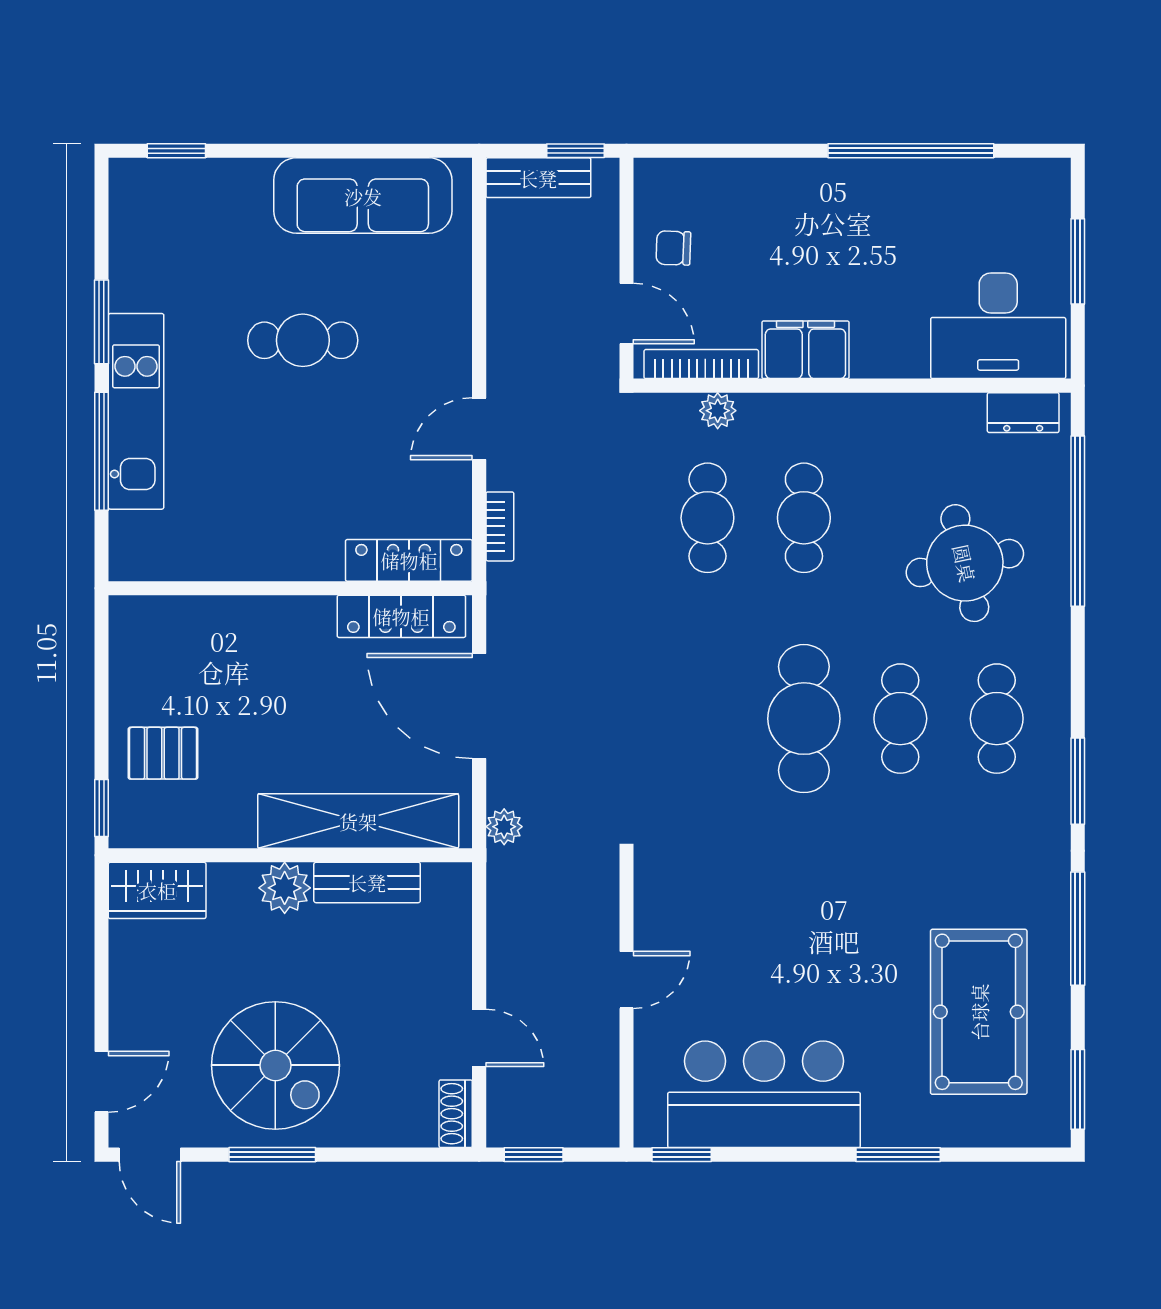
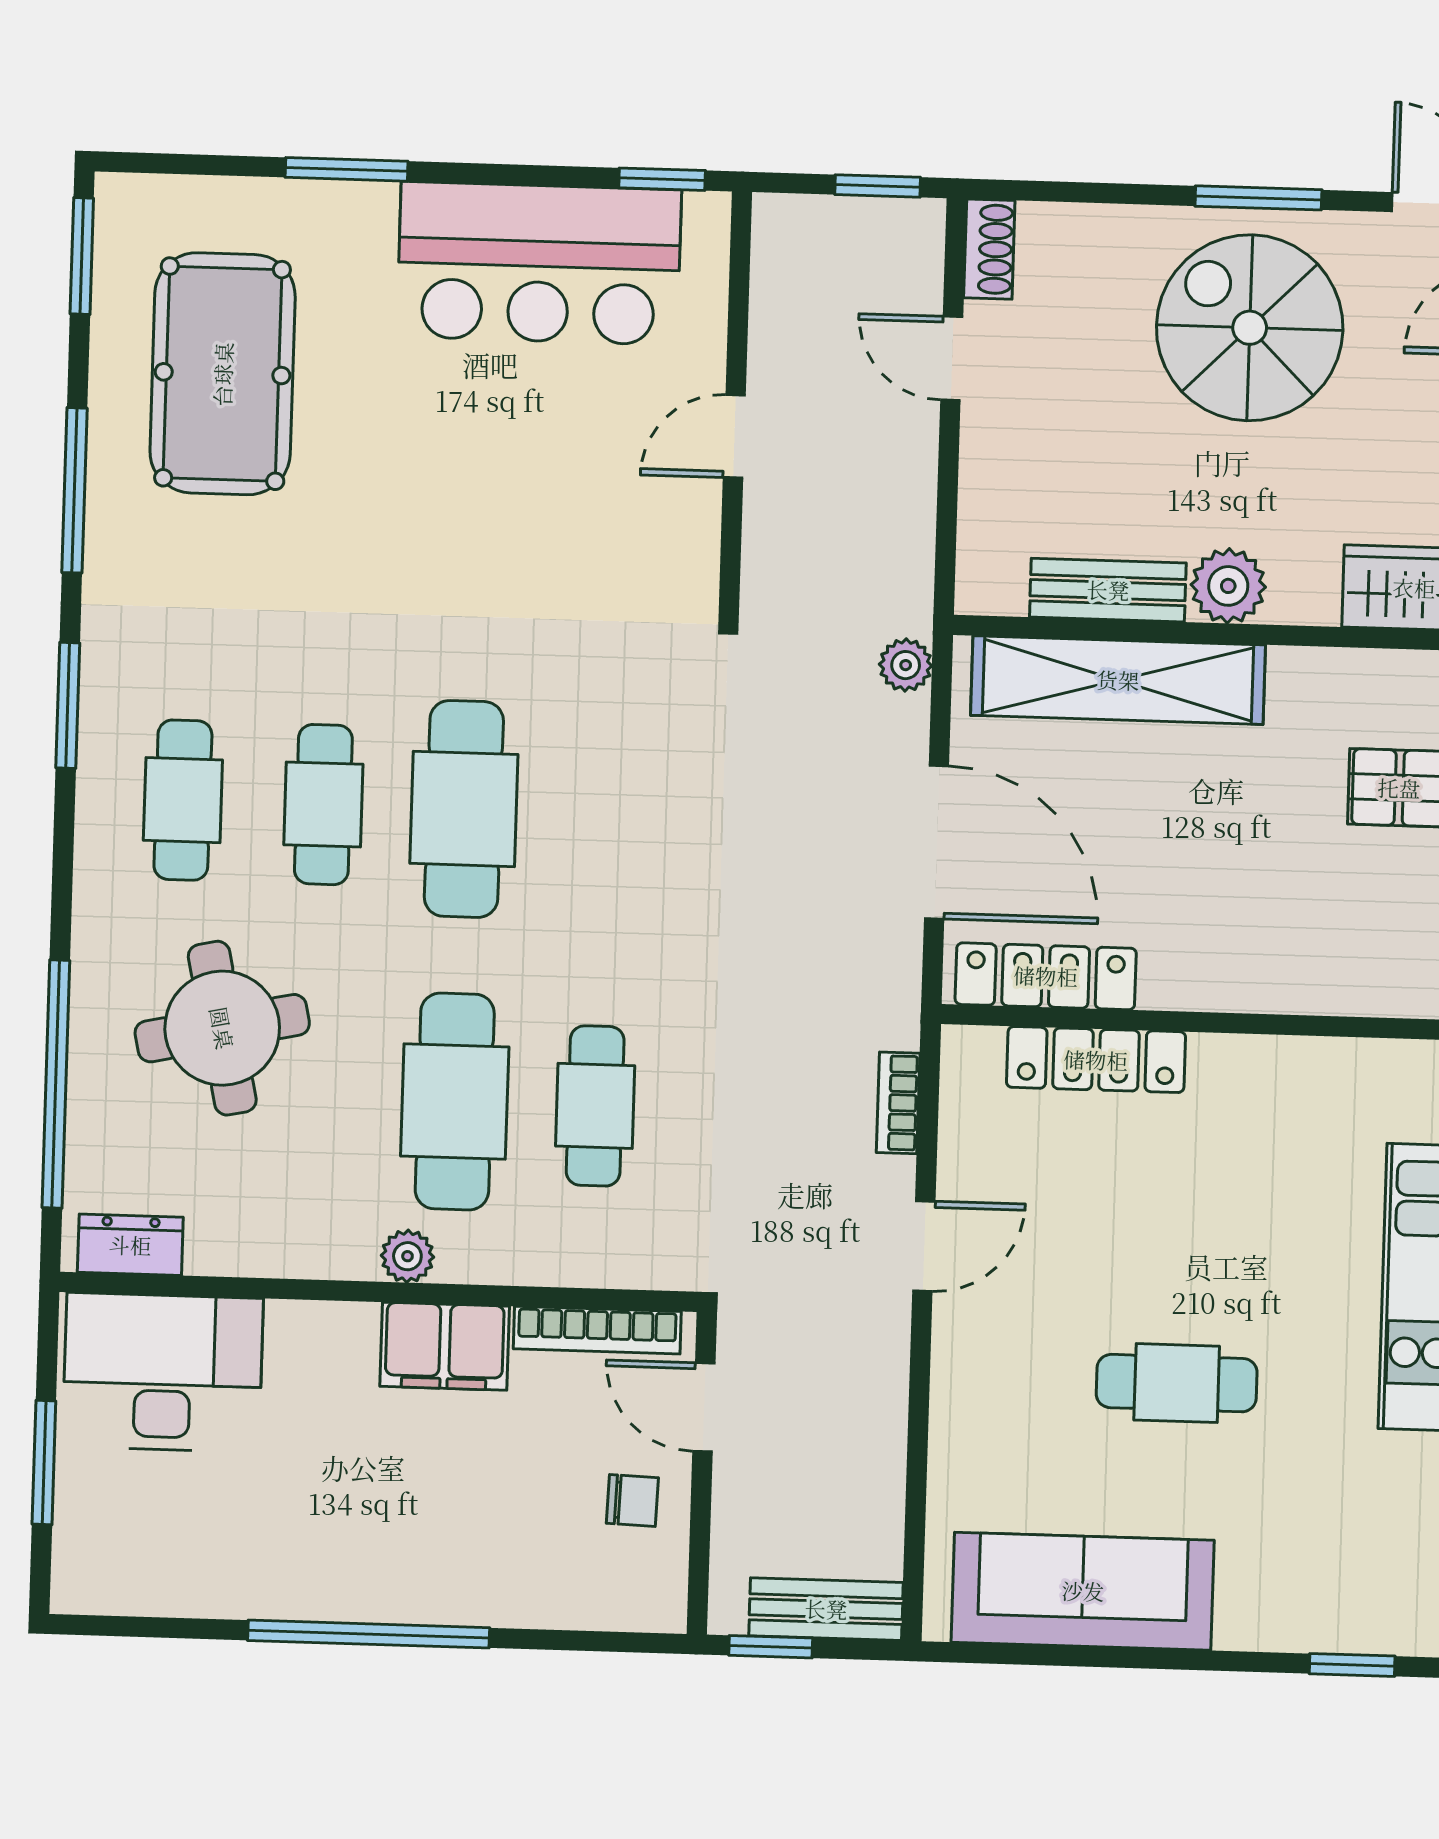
window: (911, 151) -> (369, 1634), moved
plant: (718, 411) -> (407, 1256), moved
cafe table: (804, 518) -> (455, 1101), width x1.37, depth x1.35
locker: (409, 560) -> (1096, 1060), moved

